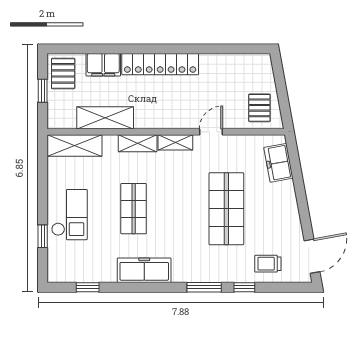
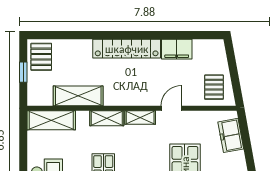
filing cabinet: (103, 65) -> (177, 49), moved

